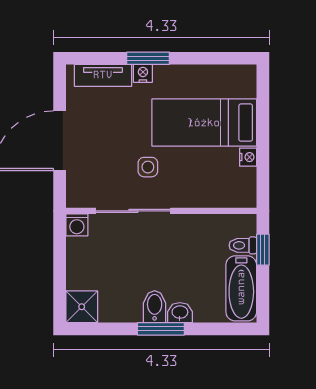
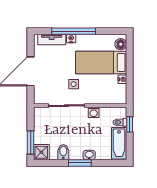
window: (148, 58) -> (74, 31), width x2.11
floor lamp: (245, 85) -> (121, 44), added
washing machine: (77, 225) -> (94, 112), moved
window: (60, 287) -> (31, 142), added
bidet: (155, 307) -> (63, 152), moved

